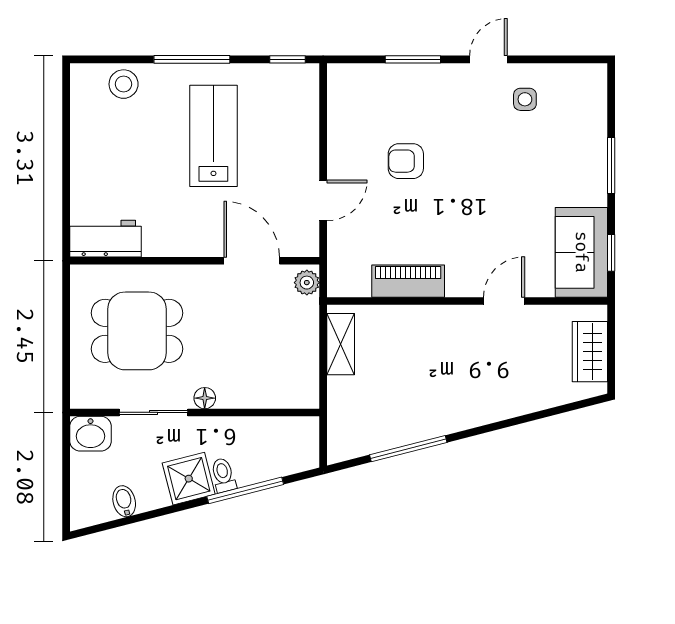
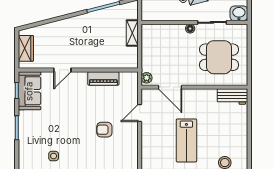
armchair: (406, 161) -> (104, 130), turned 180
shelving: (341, 344) -> (132, 33), moved

